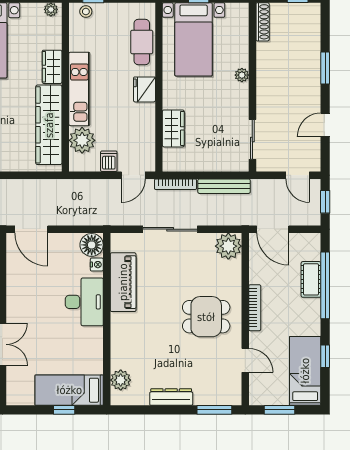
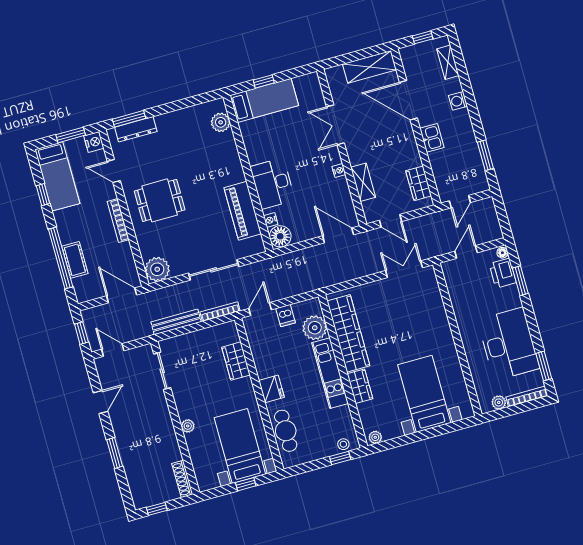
nightstand: (12, 296) -> (339, 171), added
nightstand: (258, 396) -> (94, 142), added
dresser: (171, 397) -> (136, 129), moved

